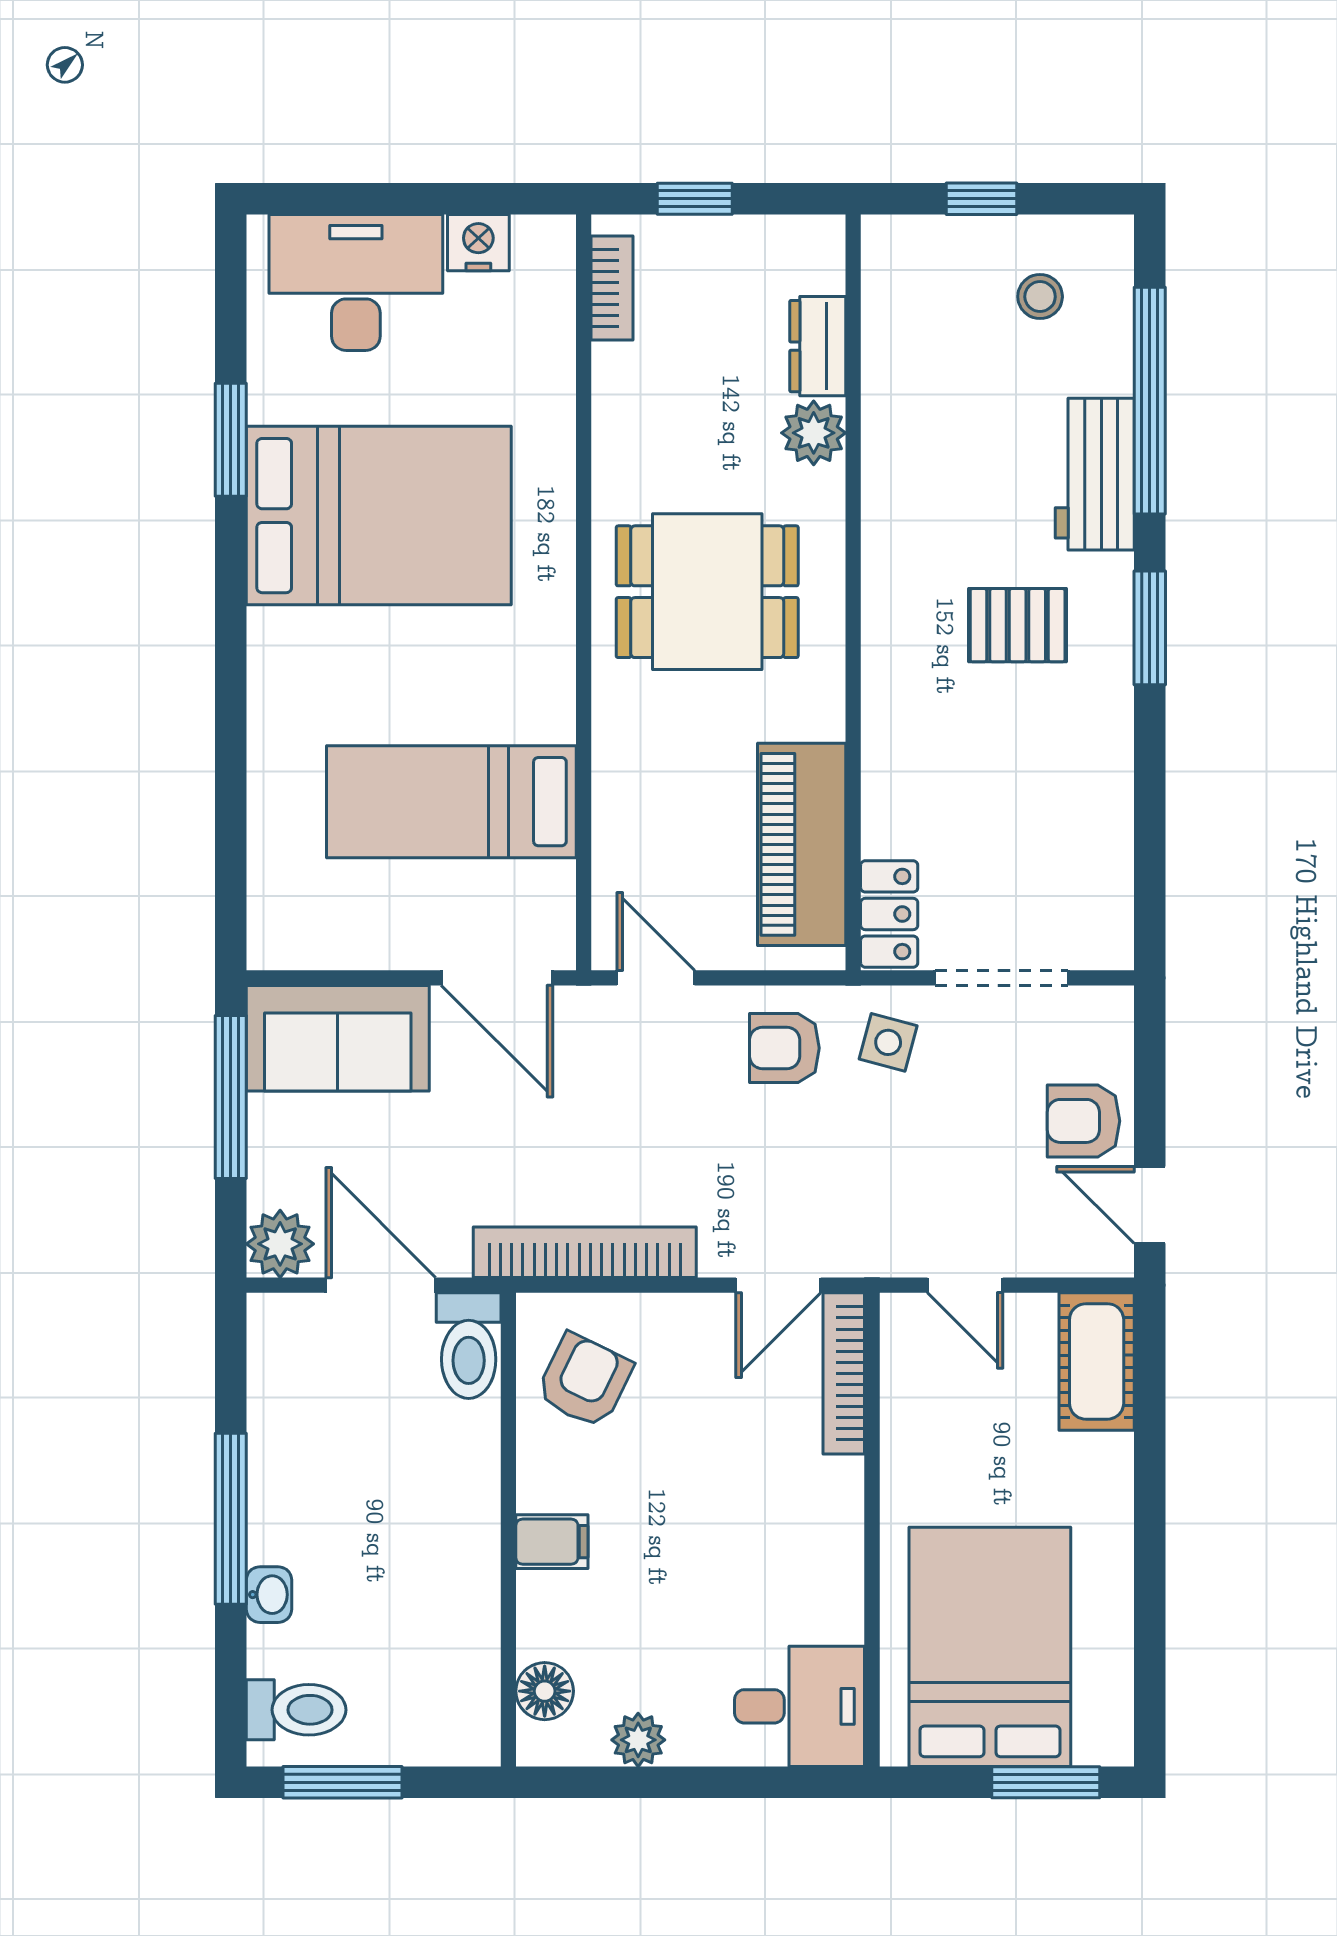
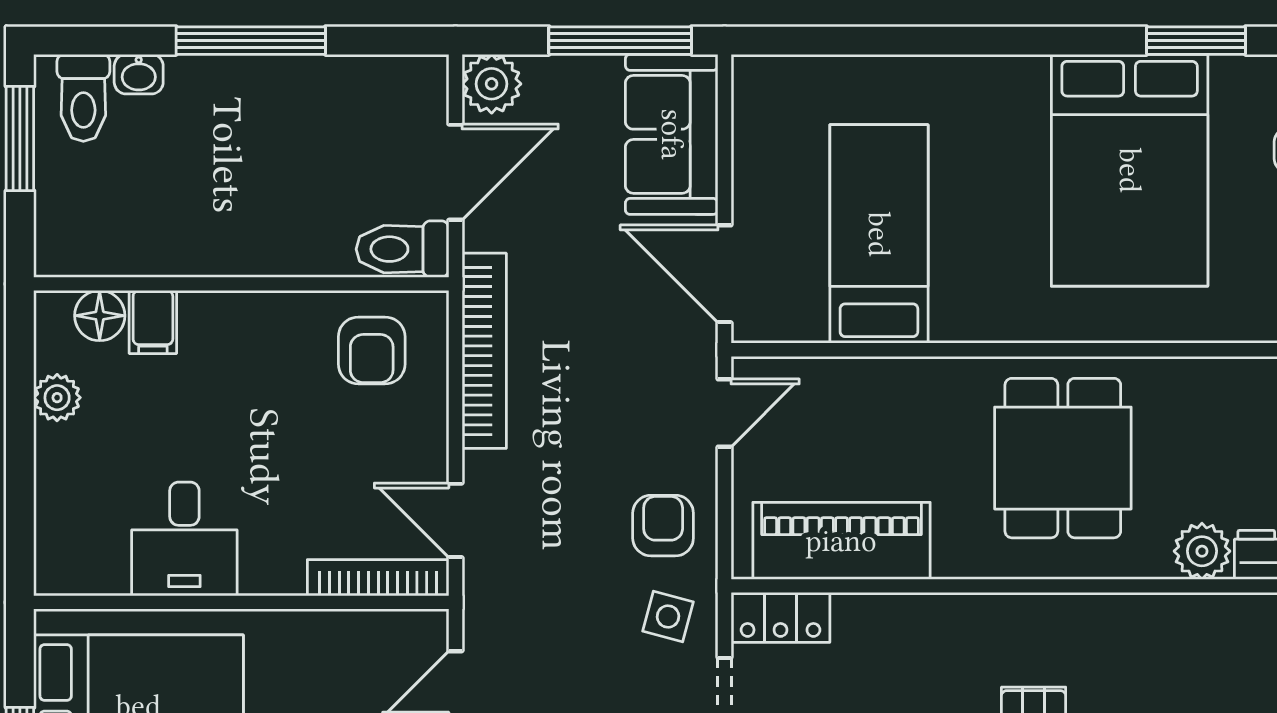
door: (497, 978) -> (725, 274), hinge flipped
armchair: (584, 1381) -> (372, 350), turned 64
filing cabinet: (552, 1542) -> (153, 322), moved
washbasin: (269, 1595) -> (139, 74), moved
desk: (800, 1706) -> (184, 539), moved

